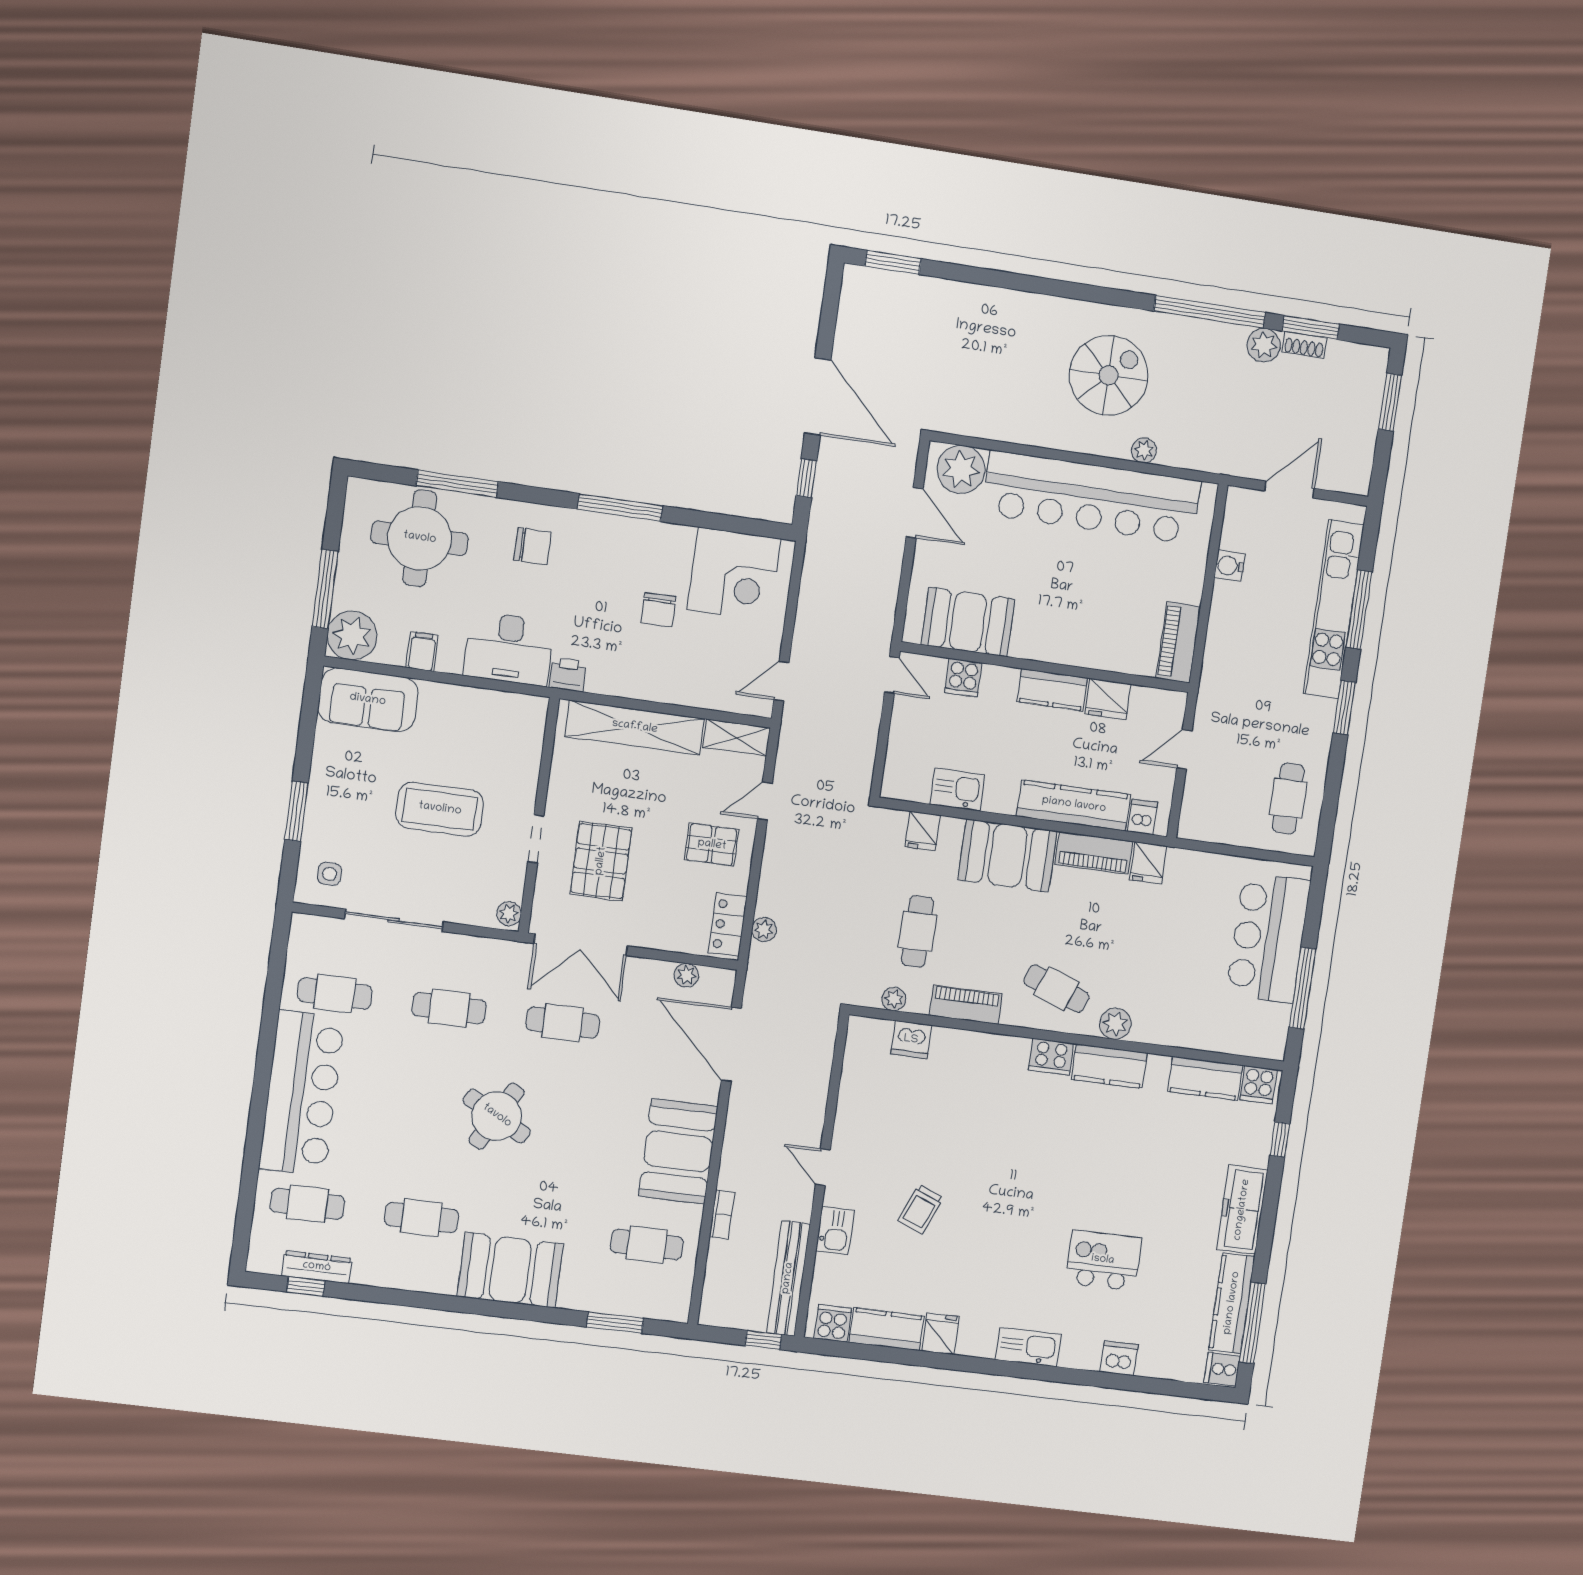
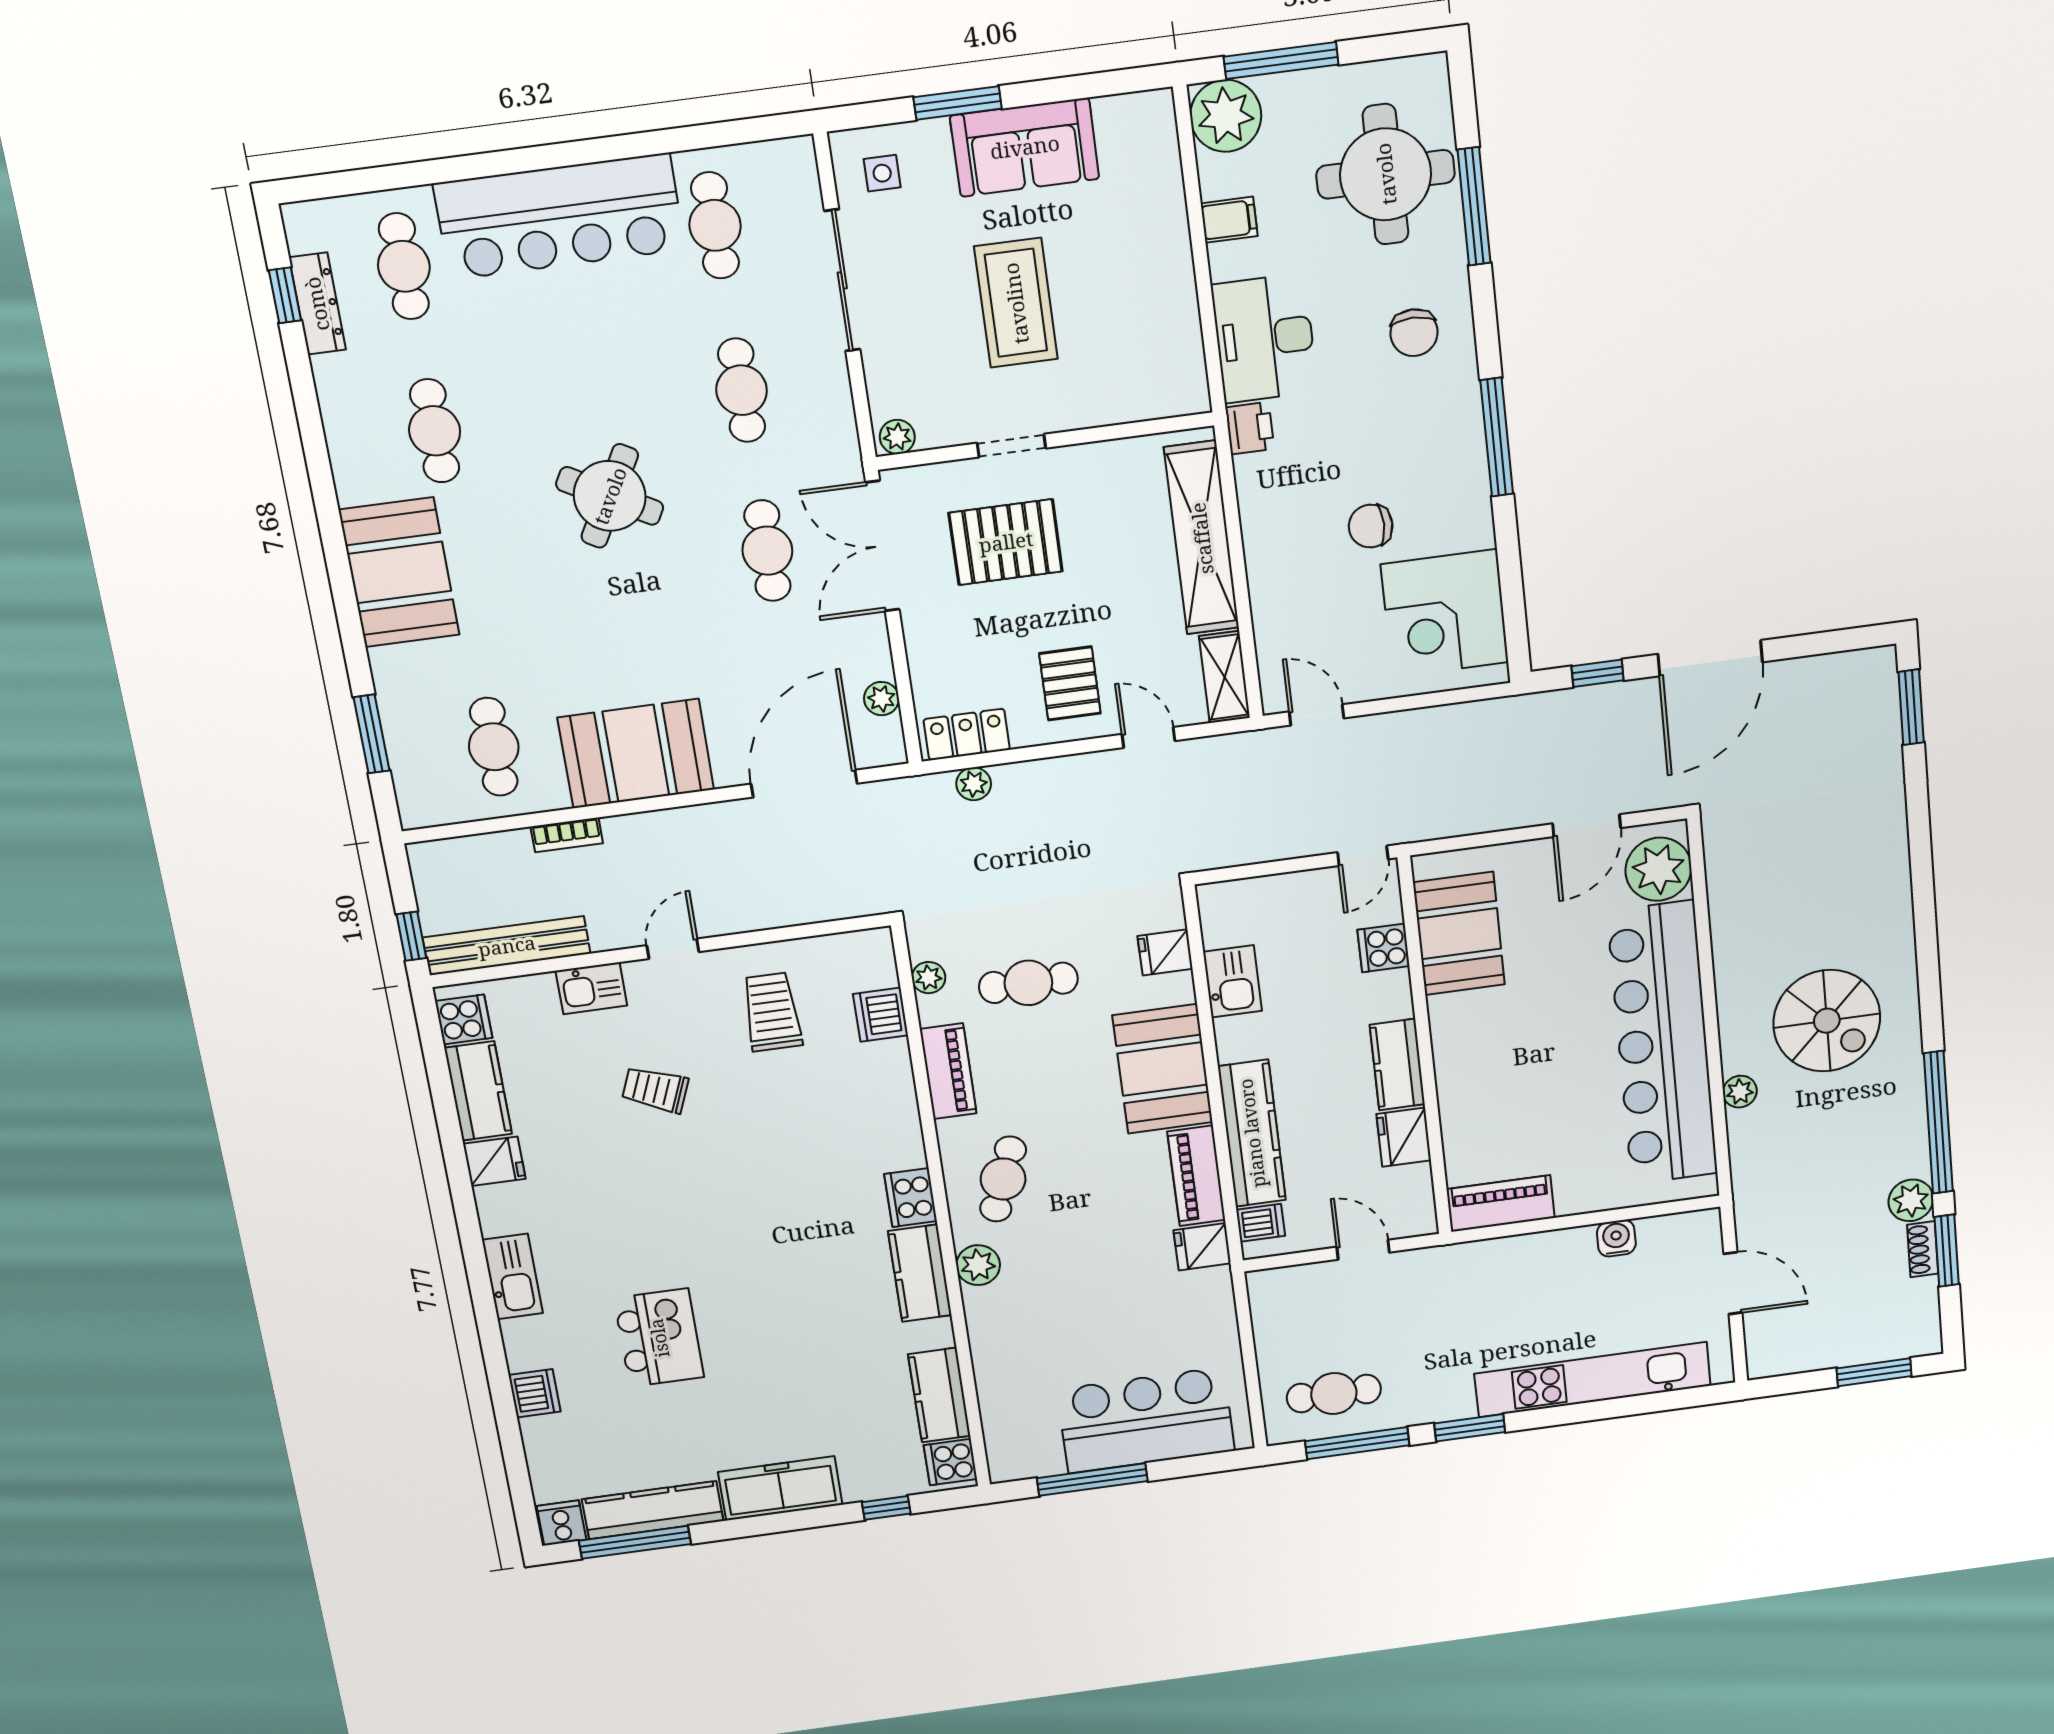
window: (1359, 610) -> (1357, 1443), moved
sofa: (368, 700) -> (1025, 147), moved, turned -90
trolley: (888, 1113) -> (772, 1012), added

